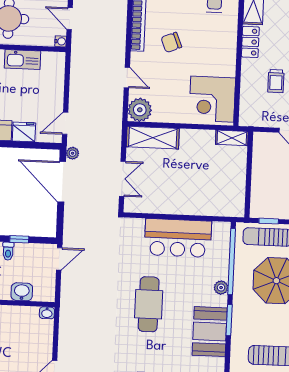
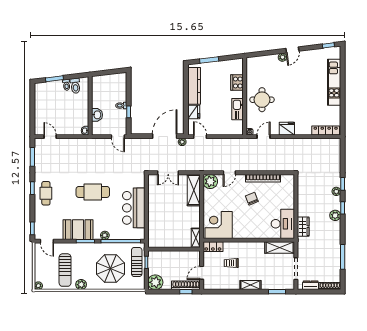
locker: (250, 42) -> (213, 247), moved

